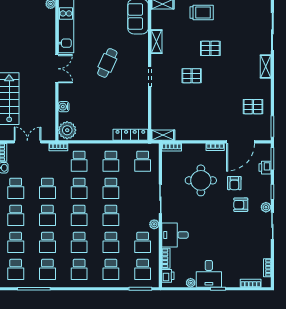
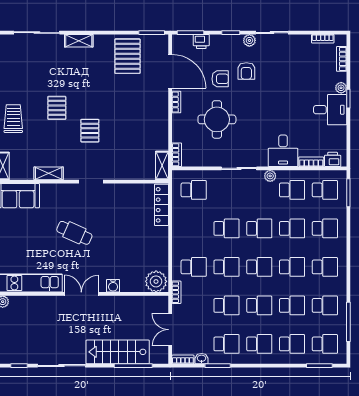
water cooler: (64, 107) -> (113, 286), moved
pallet: (253, 107) -> (127, 56), width x1.50, depth x1.42
school desk: (111, 161) -> (194, 228), removed
plant: (191, 283) -> (341, 88), moved

